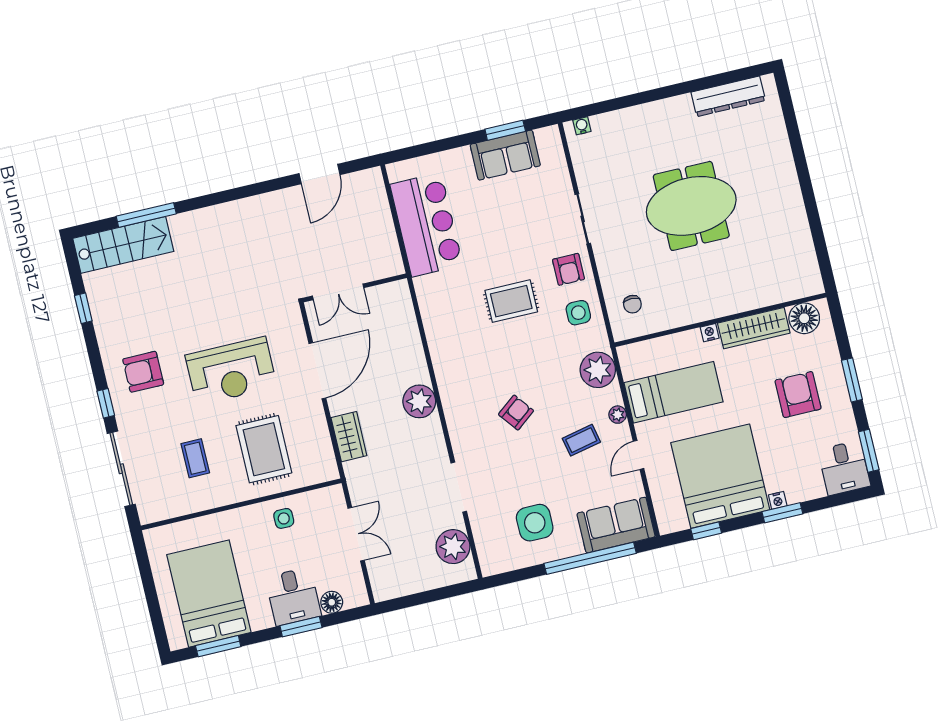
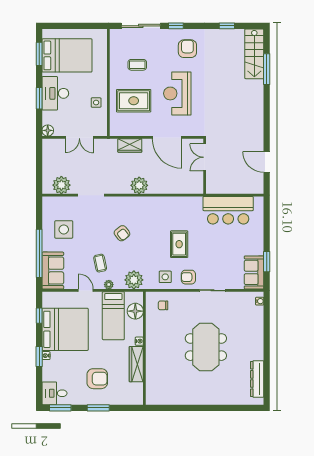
sofa: (505, 155) -> (254, 272), moved
floor lamp: (804, 318) -> (135, 311), moved
desk: (293, 596) -> (55, 93), width x1.37
floor lamp: (332, 602) -> (48, 130), moved

